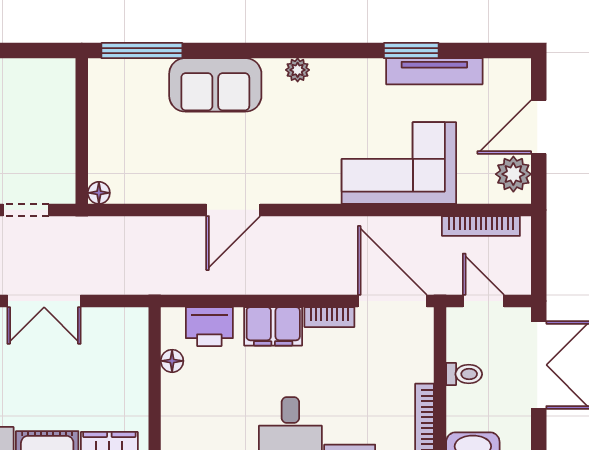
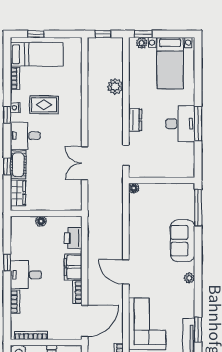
door: (233, 210) -> (126, 272), moved
floor lamp: (172, 361) -> (41, 221), moved

